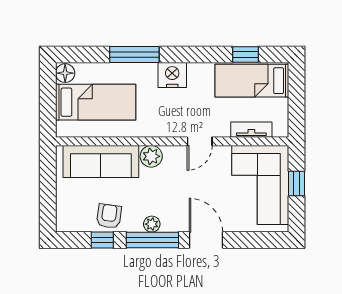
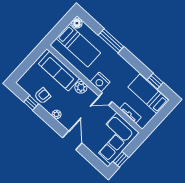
nightstand: (172, 75) -> (100, 82), moved, turned 180
window: (296, 184) -> (121, 159), moved
window: (152, 240) -> (51, 121), removed

